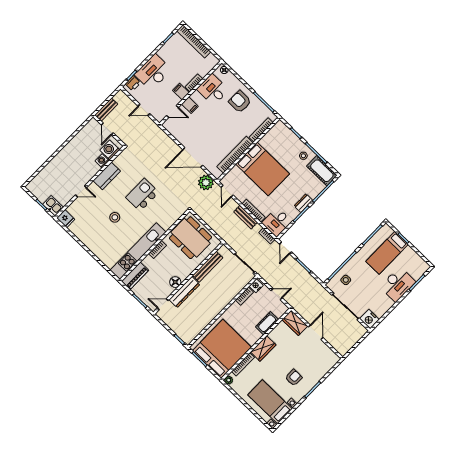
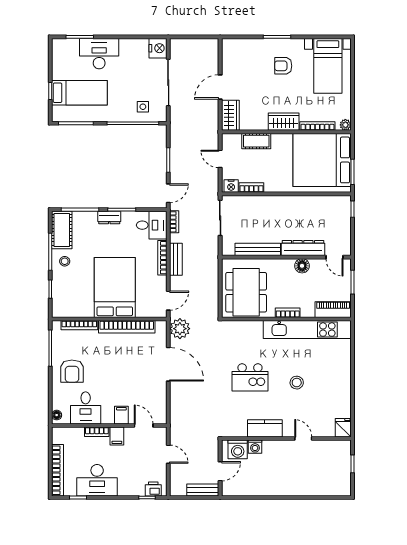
desk: (153, 72) -> (97, 480), moved
kitchen sink: (53, 206) -> (343, 451), removed

